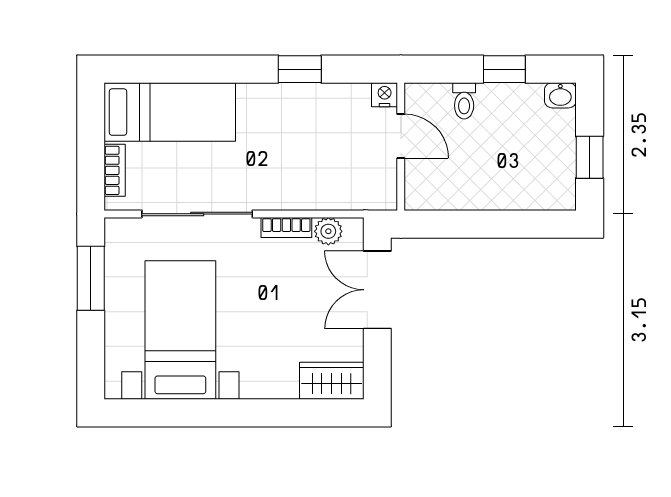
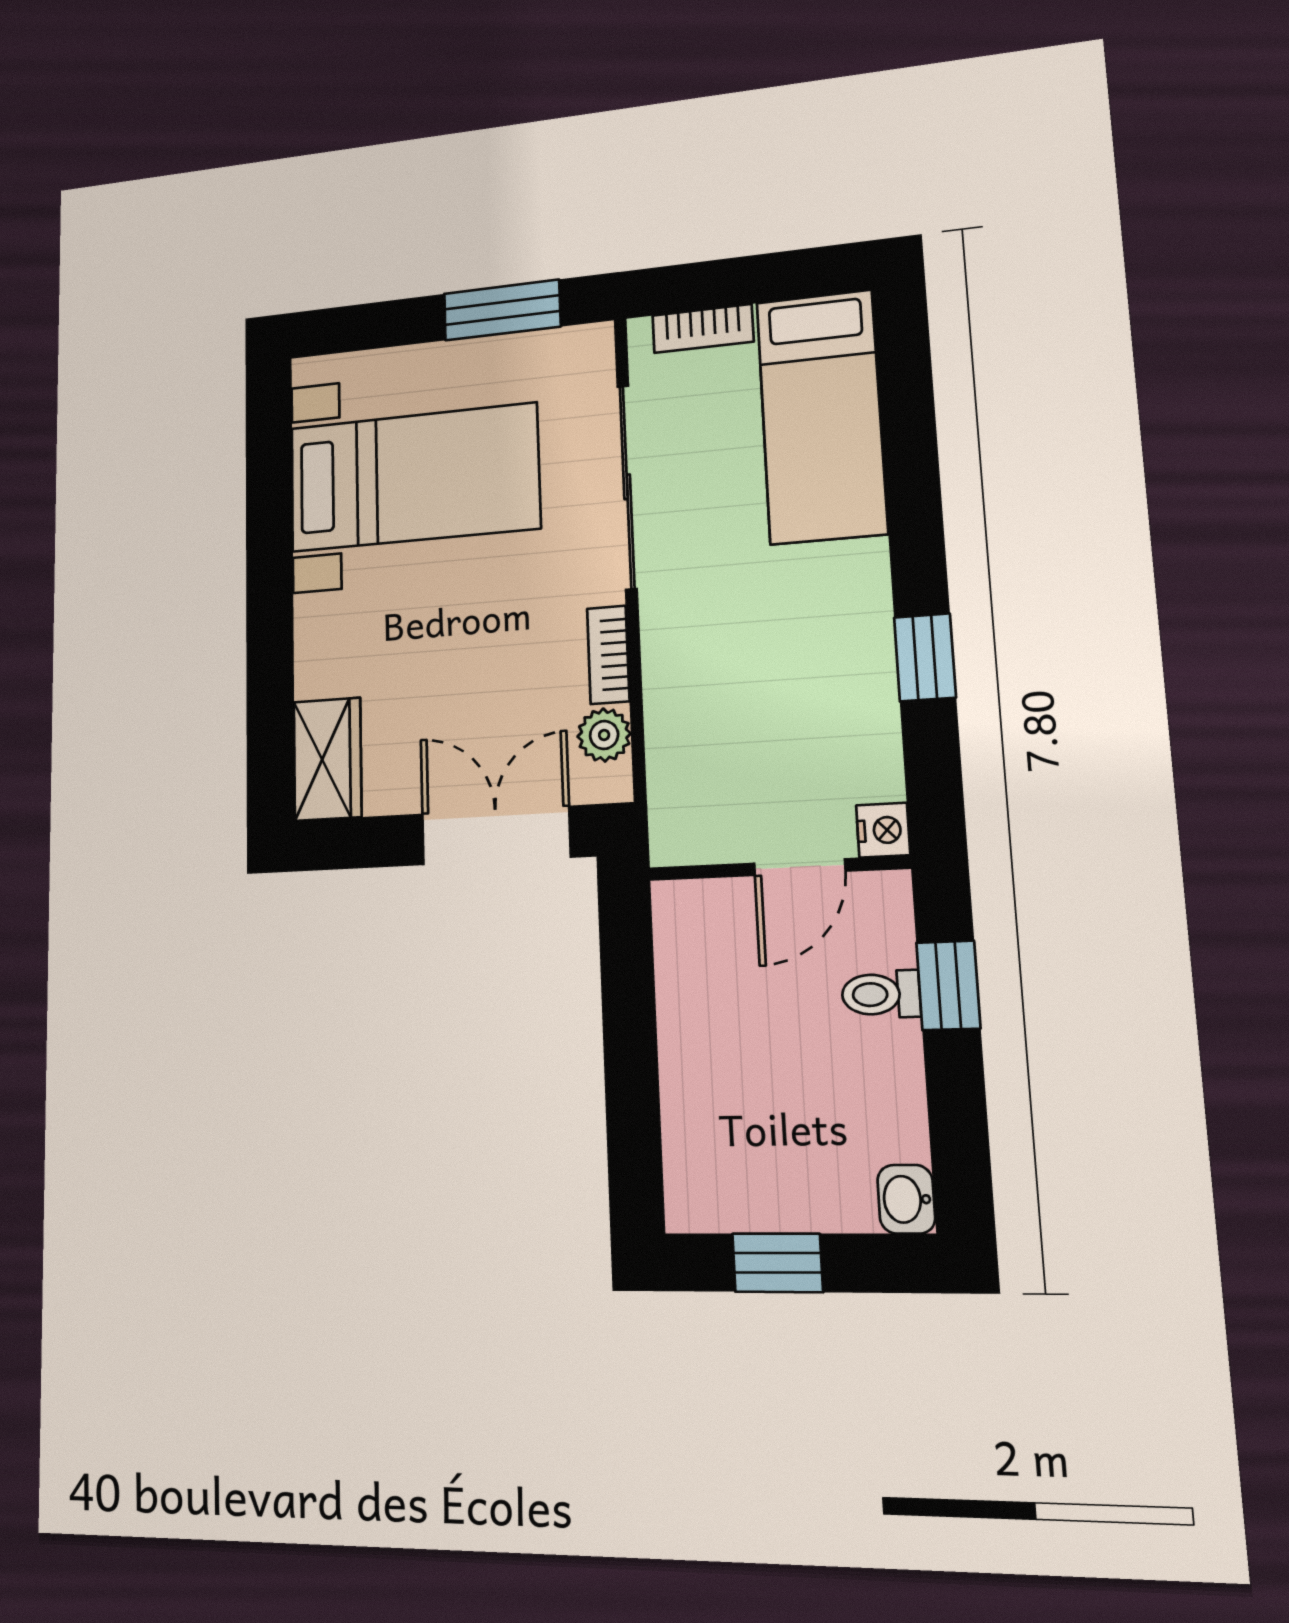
window: (504, 69) -> (948, 985), moved

